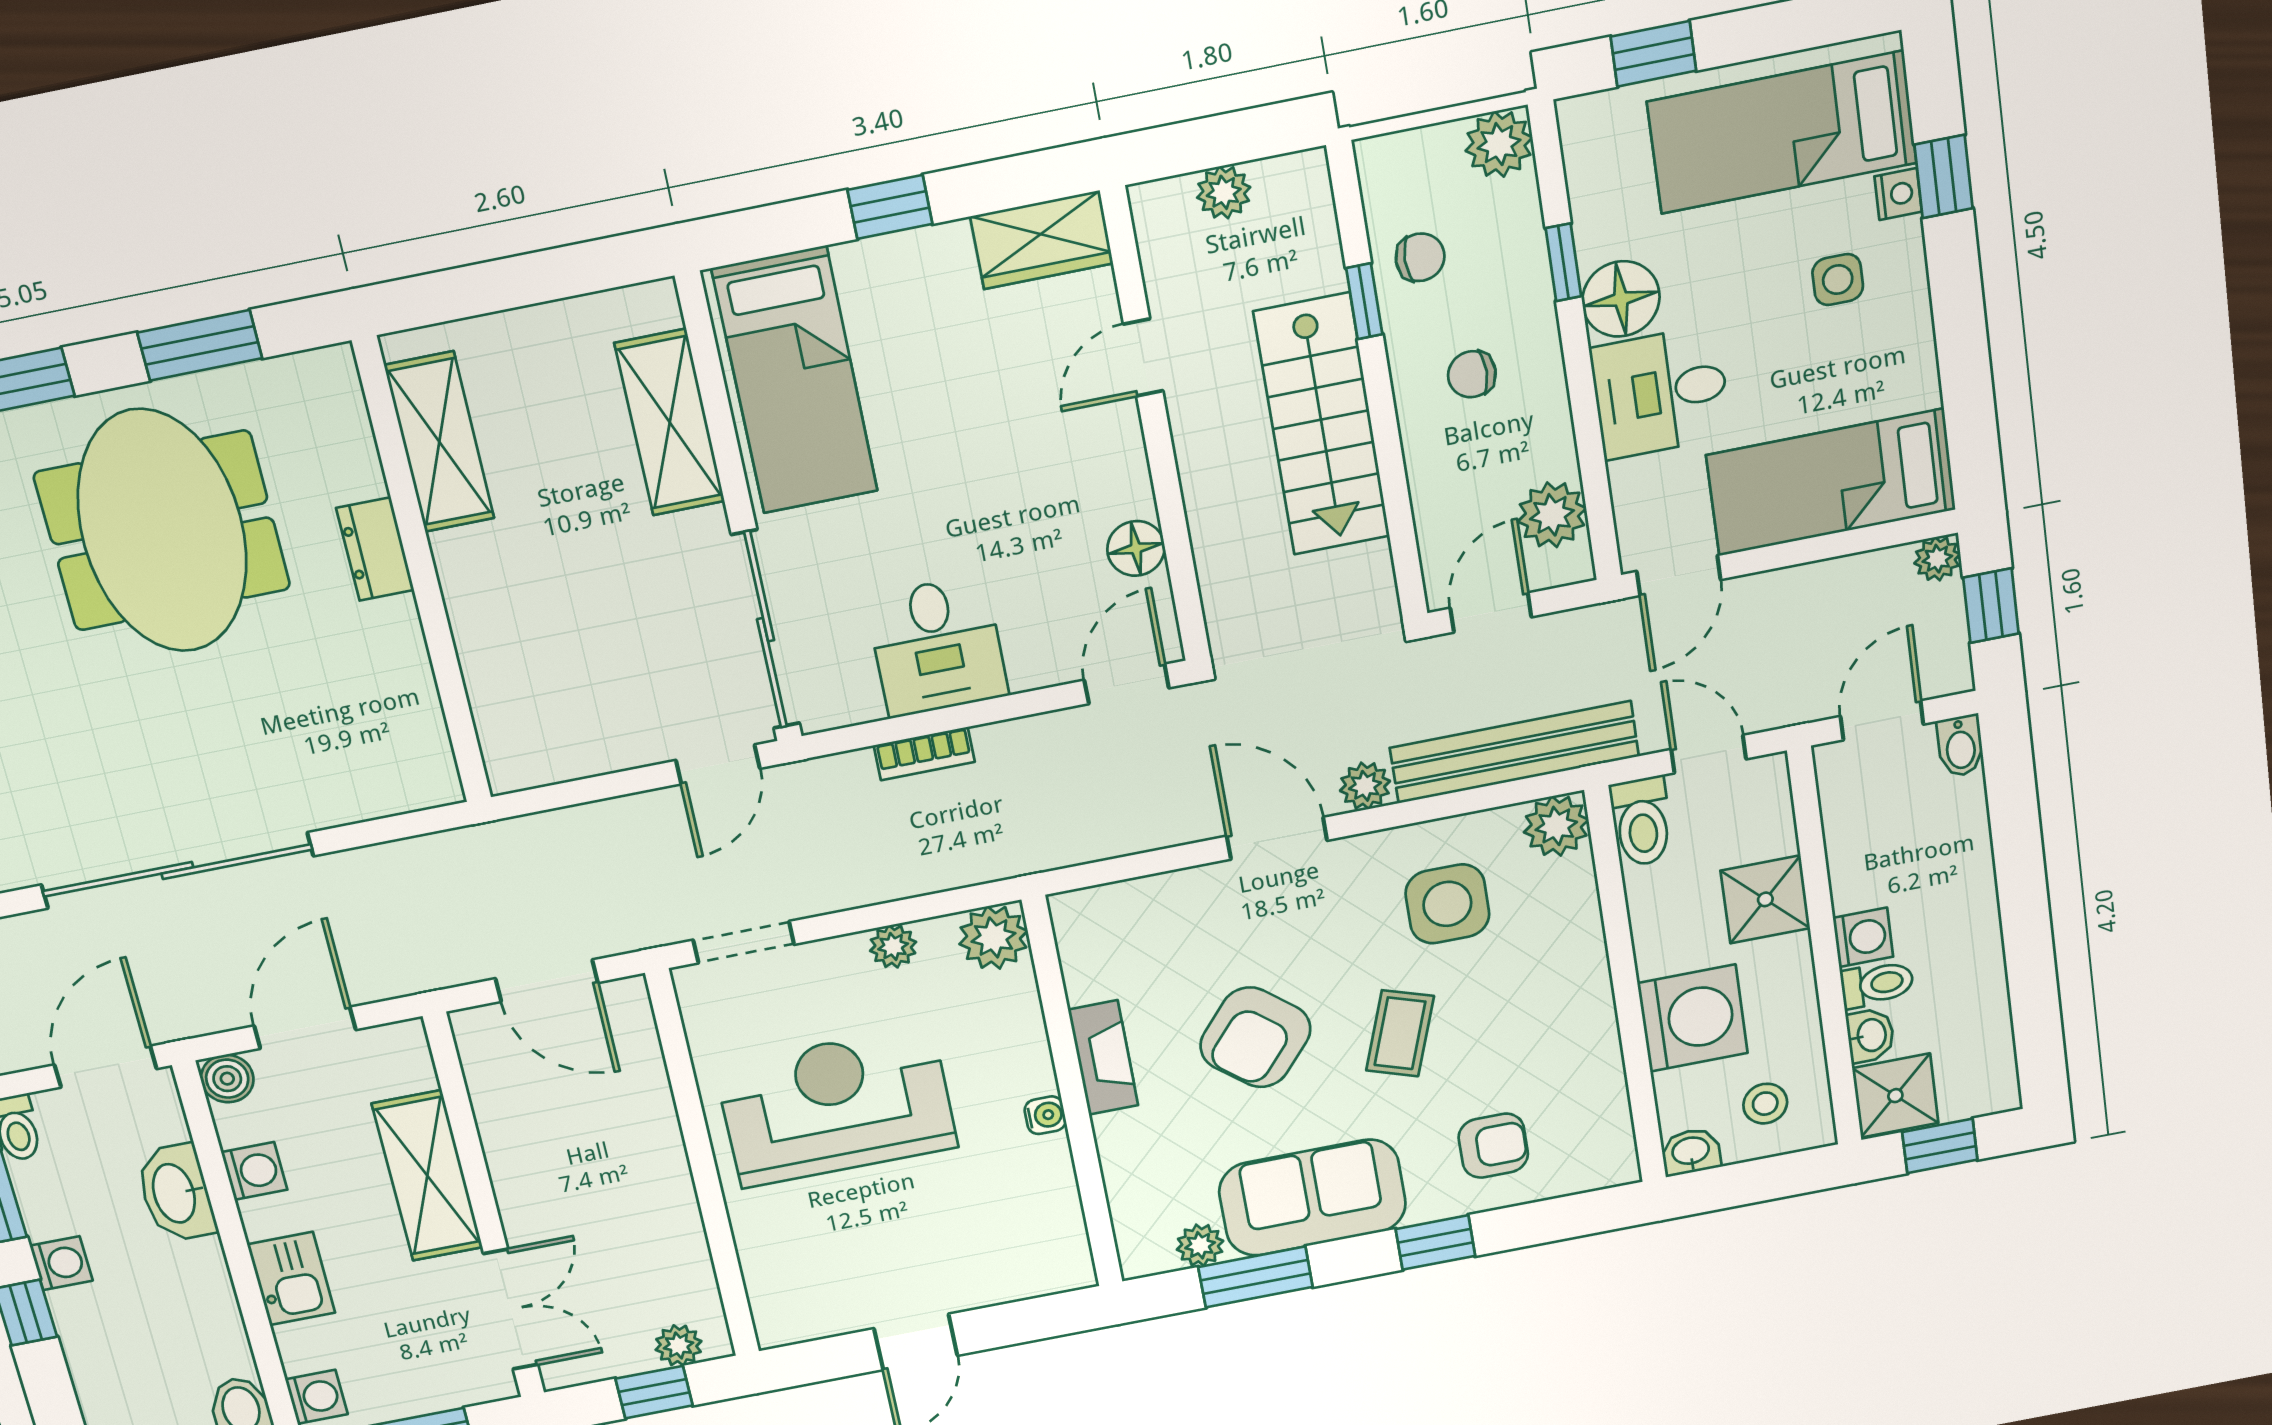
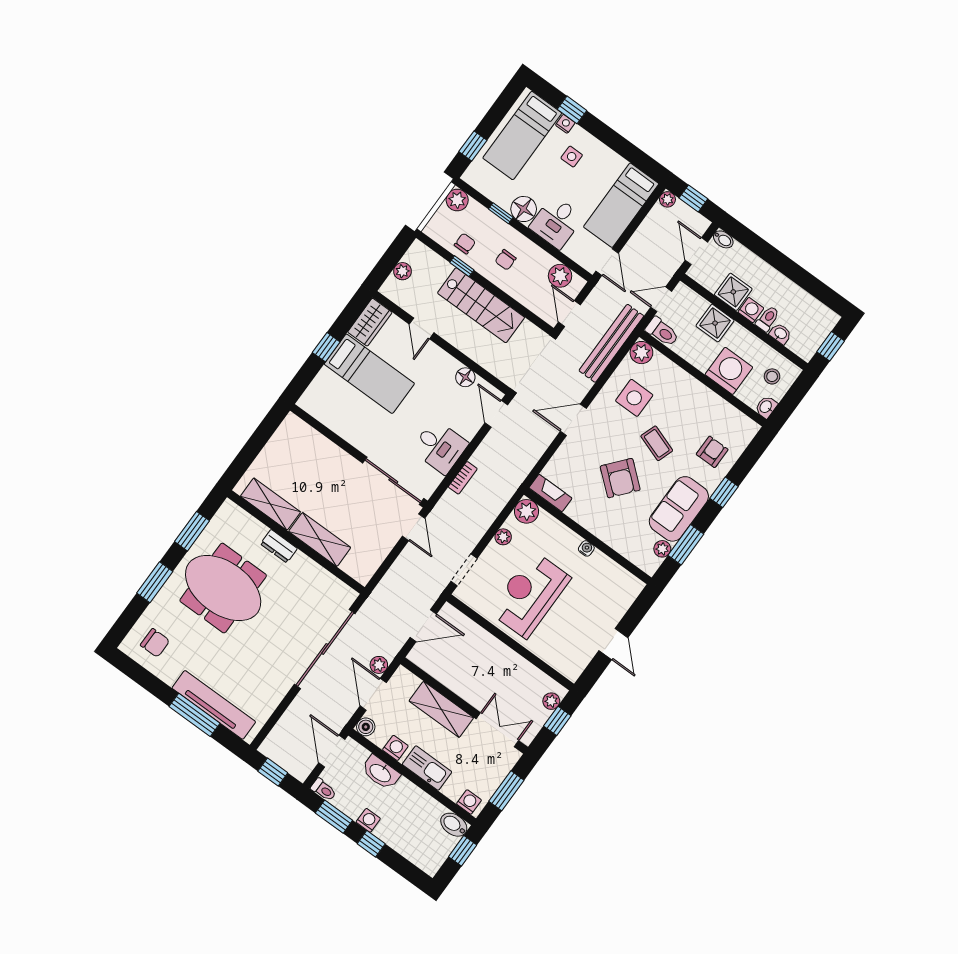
bed: (795, 380) -> (369, 374), moved
shelving: (670, 422) -> (320, 539), moved
plant: (1365, 786) -> (379, 665), moved
sliding door: (177, 870) -> (325, 649), moved
fireplace: (1103, 1058) -> (550, 493), moved
shower: (1895, 1096) -> (733, 292), moved
kitchen sink: (291, 1279) -> (427, 768), width x1.38

